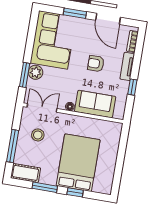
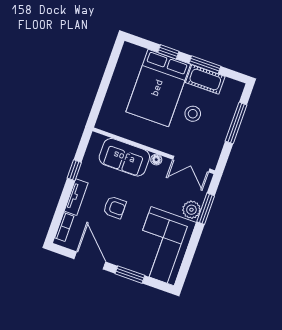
stool: (38, 135) -> (193, 114), moved
cot: (26, 173) -> (205, 79), moved

